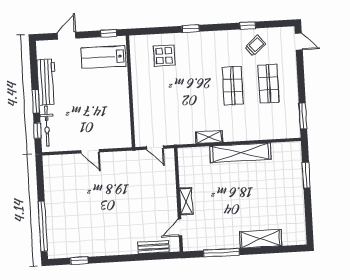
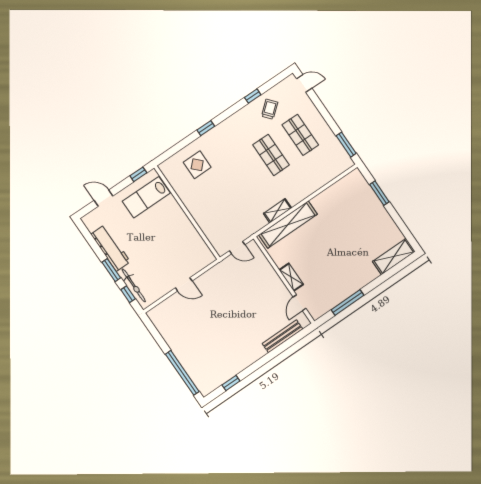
door: (67, 36) -> (103, 198), hinge flipped
shelving: (240, 153) -> (288, 225), moved
shelving: (261, 239) -> (394, 257), moved
bench: (153, 247) -> (282, 336), width x1.36

